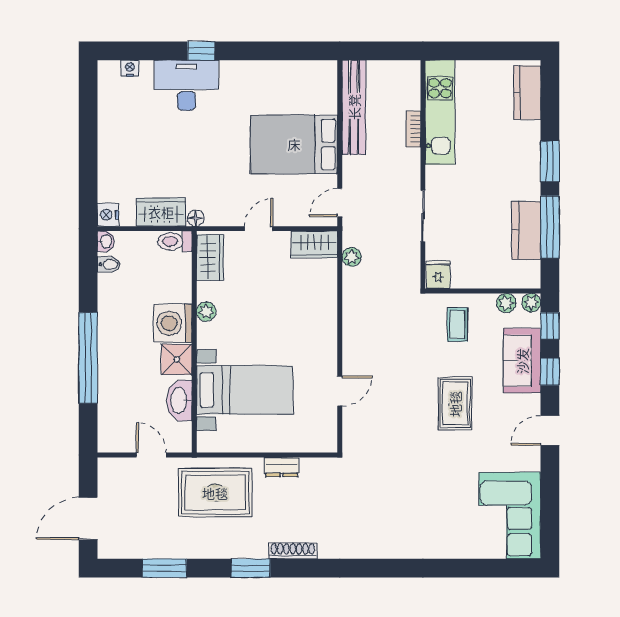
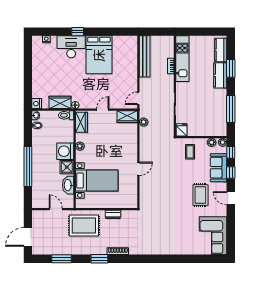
bed: (294, 144) -> (99, 55), moved, turned -90
window: (550, 161) -> (231, 68), moved
kitchen counter: (526, 230) -> (220, 75), moved
door: (340, 391) -> (138, 169), moved
rug: (455, 404) -> (200, 195), moved
door: (550, 430) -> (231, 198), hinge flipped

